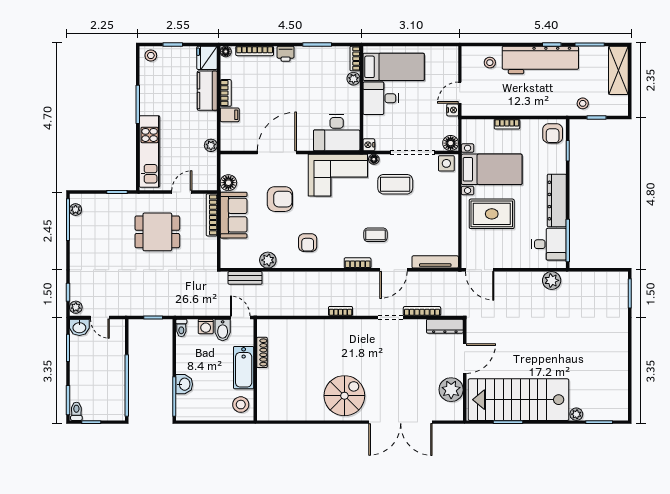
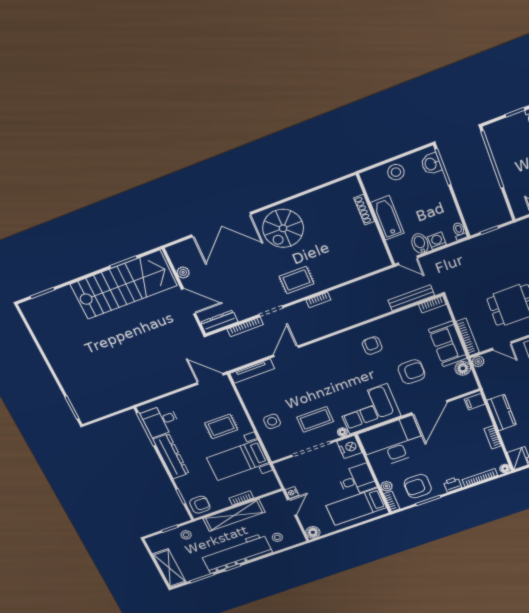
armchair: (322, 66) -> (418, 486), added
kitchen counter: (207, 91) -> (501, 413), moved
shelving: (523, 107) -> (234, 515), added
filing cabinet: (230, 115) -> (475, 402), moved
desk: (337, 133) -> (393, 443), width x1.36, depth x1.30
armchair: (553, 133) -> (200, 505), turned 90
floor lamp: (451, 143) -> (313, 532), moved
plant: (211, 145) -> (478, 362), moved
nightstand: (369, 145) -> (349, 447), width x1.89, depth x1.79
side table: (446, 163) -> (272, 421), moved
door: (182, 192) -> (502, 346), hinge flipped
armchair: (280, 199) -> (412, 372), turned 180
rug: (492, 214) -> (221, 426), width x0.73, depth x0.70
coffee table: (376, 235) -> (315, 374), removed
plant: (268, 260) -> (402, 318), removed
bookcase: (358, 263) -> (432, 304), moved
bench: (245, 278) -> (411, 298), width x1.36
plant: (552, 280) -> (144, 393), removed
rug: (353, 339) -> (297, 280), added
shoe rack: (262, 352) -> (364, 210), moved
door: (465, 359) -> (189, 301), swing flipped
washbasin: (184, 384) -> (431, 164), moved
plant: (451, 390) -> (183, 272), width x0.53, depth x0.53
stool: (241, 405) -> (396, 172), moved
plant: (576, 414) -> (66, 292), removed
double door: (401, 422) -> (221, 225), swing flipped

